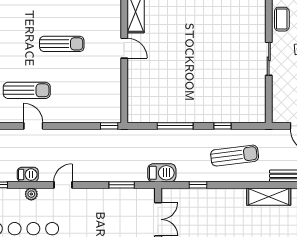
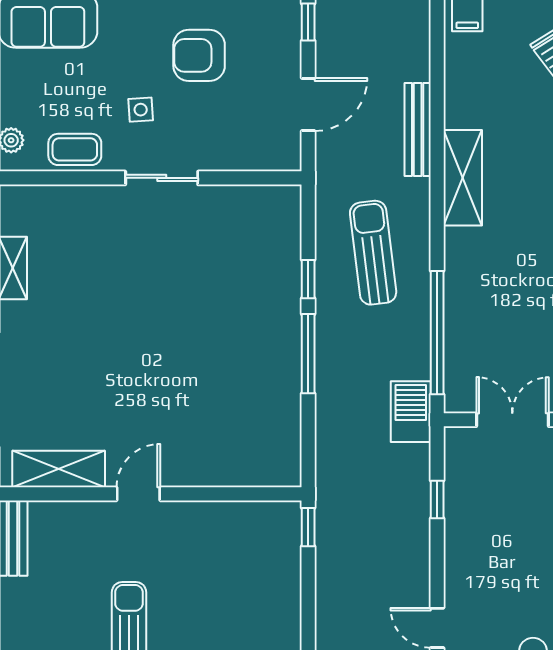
window: (175, 126) -> (308, 354), moved
window: (122, 185) -> (437, 499), width x0.67
window: (198, 185) -> (437, 333), width x3.17

